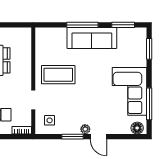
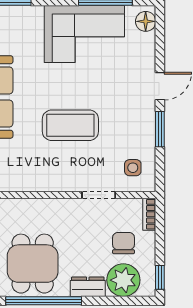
coffee table: (58, 75) -> (70, 125), moved, turned 90
plant: (85, 129) -> (148, 108), removed

